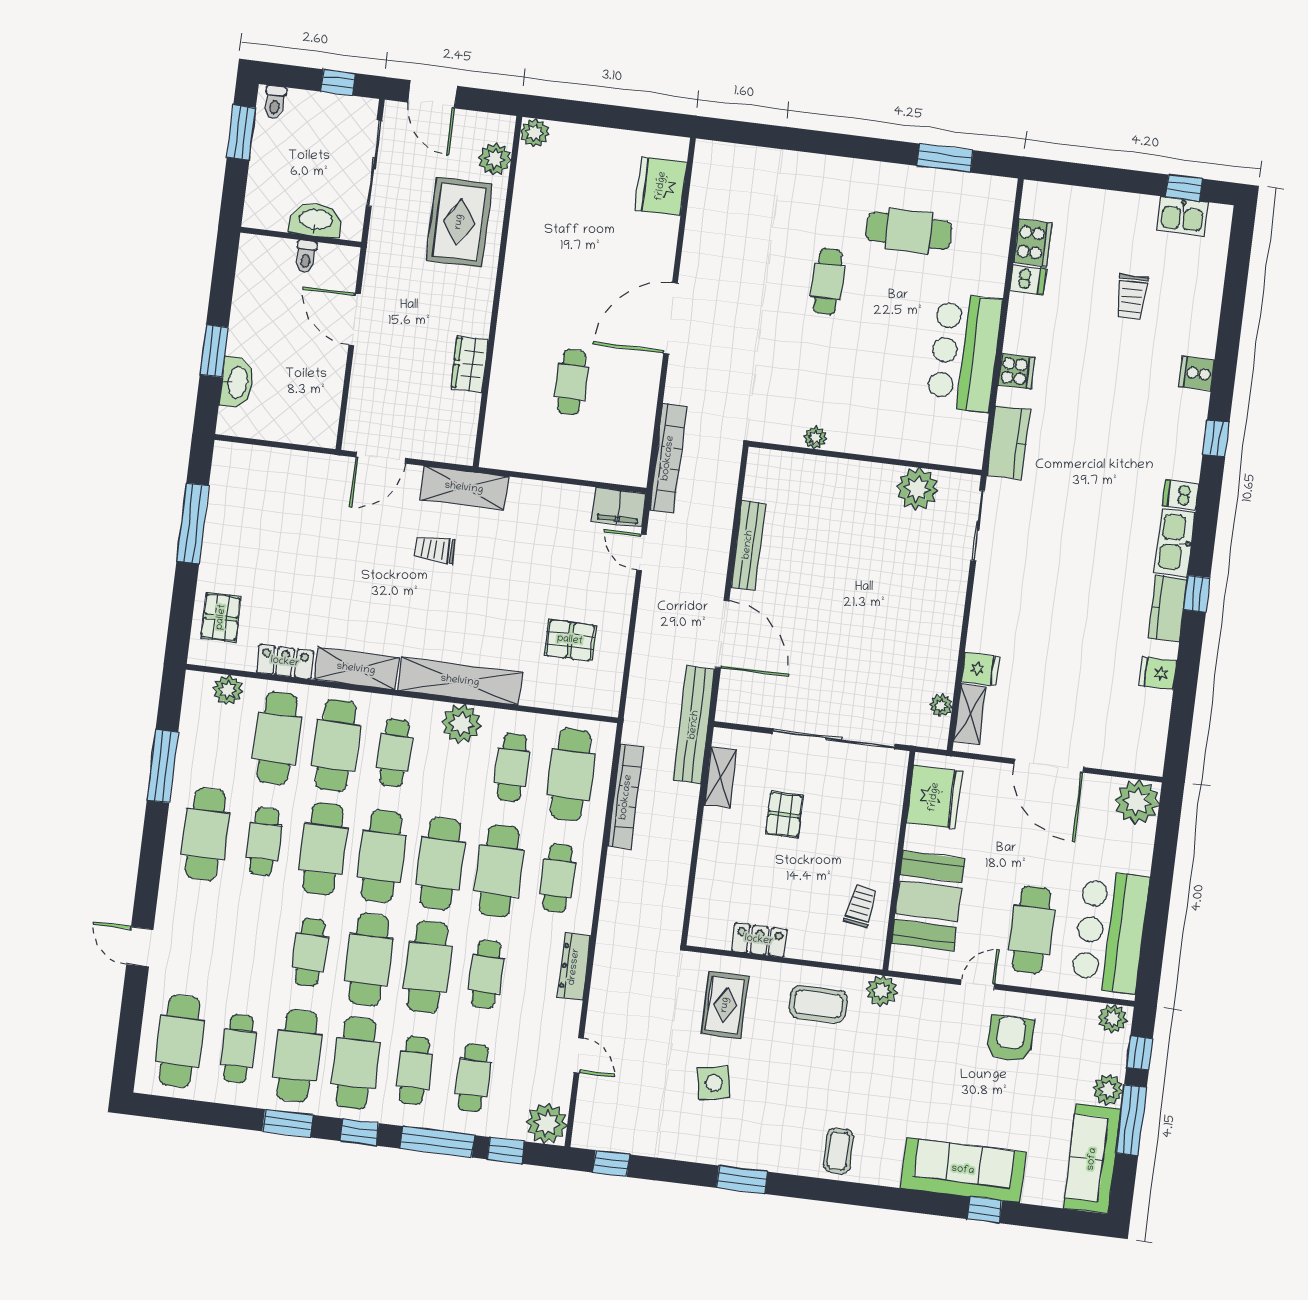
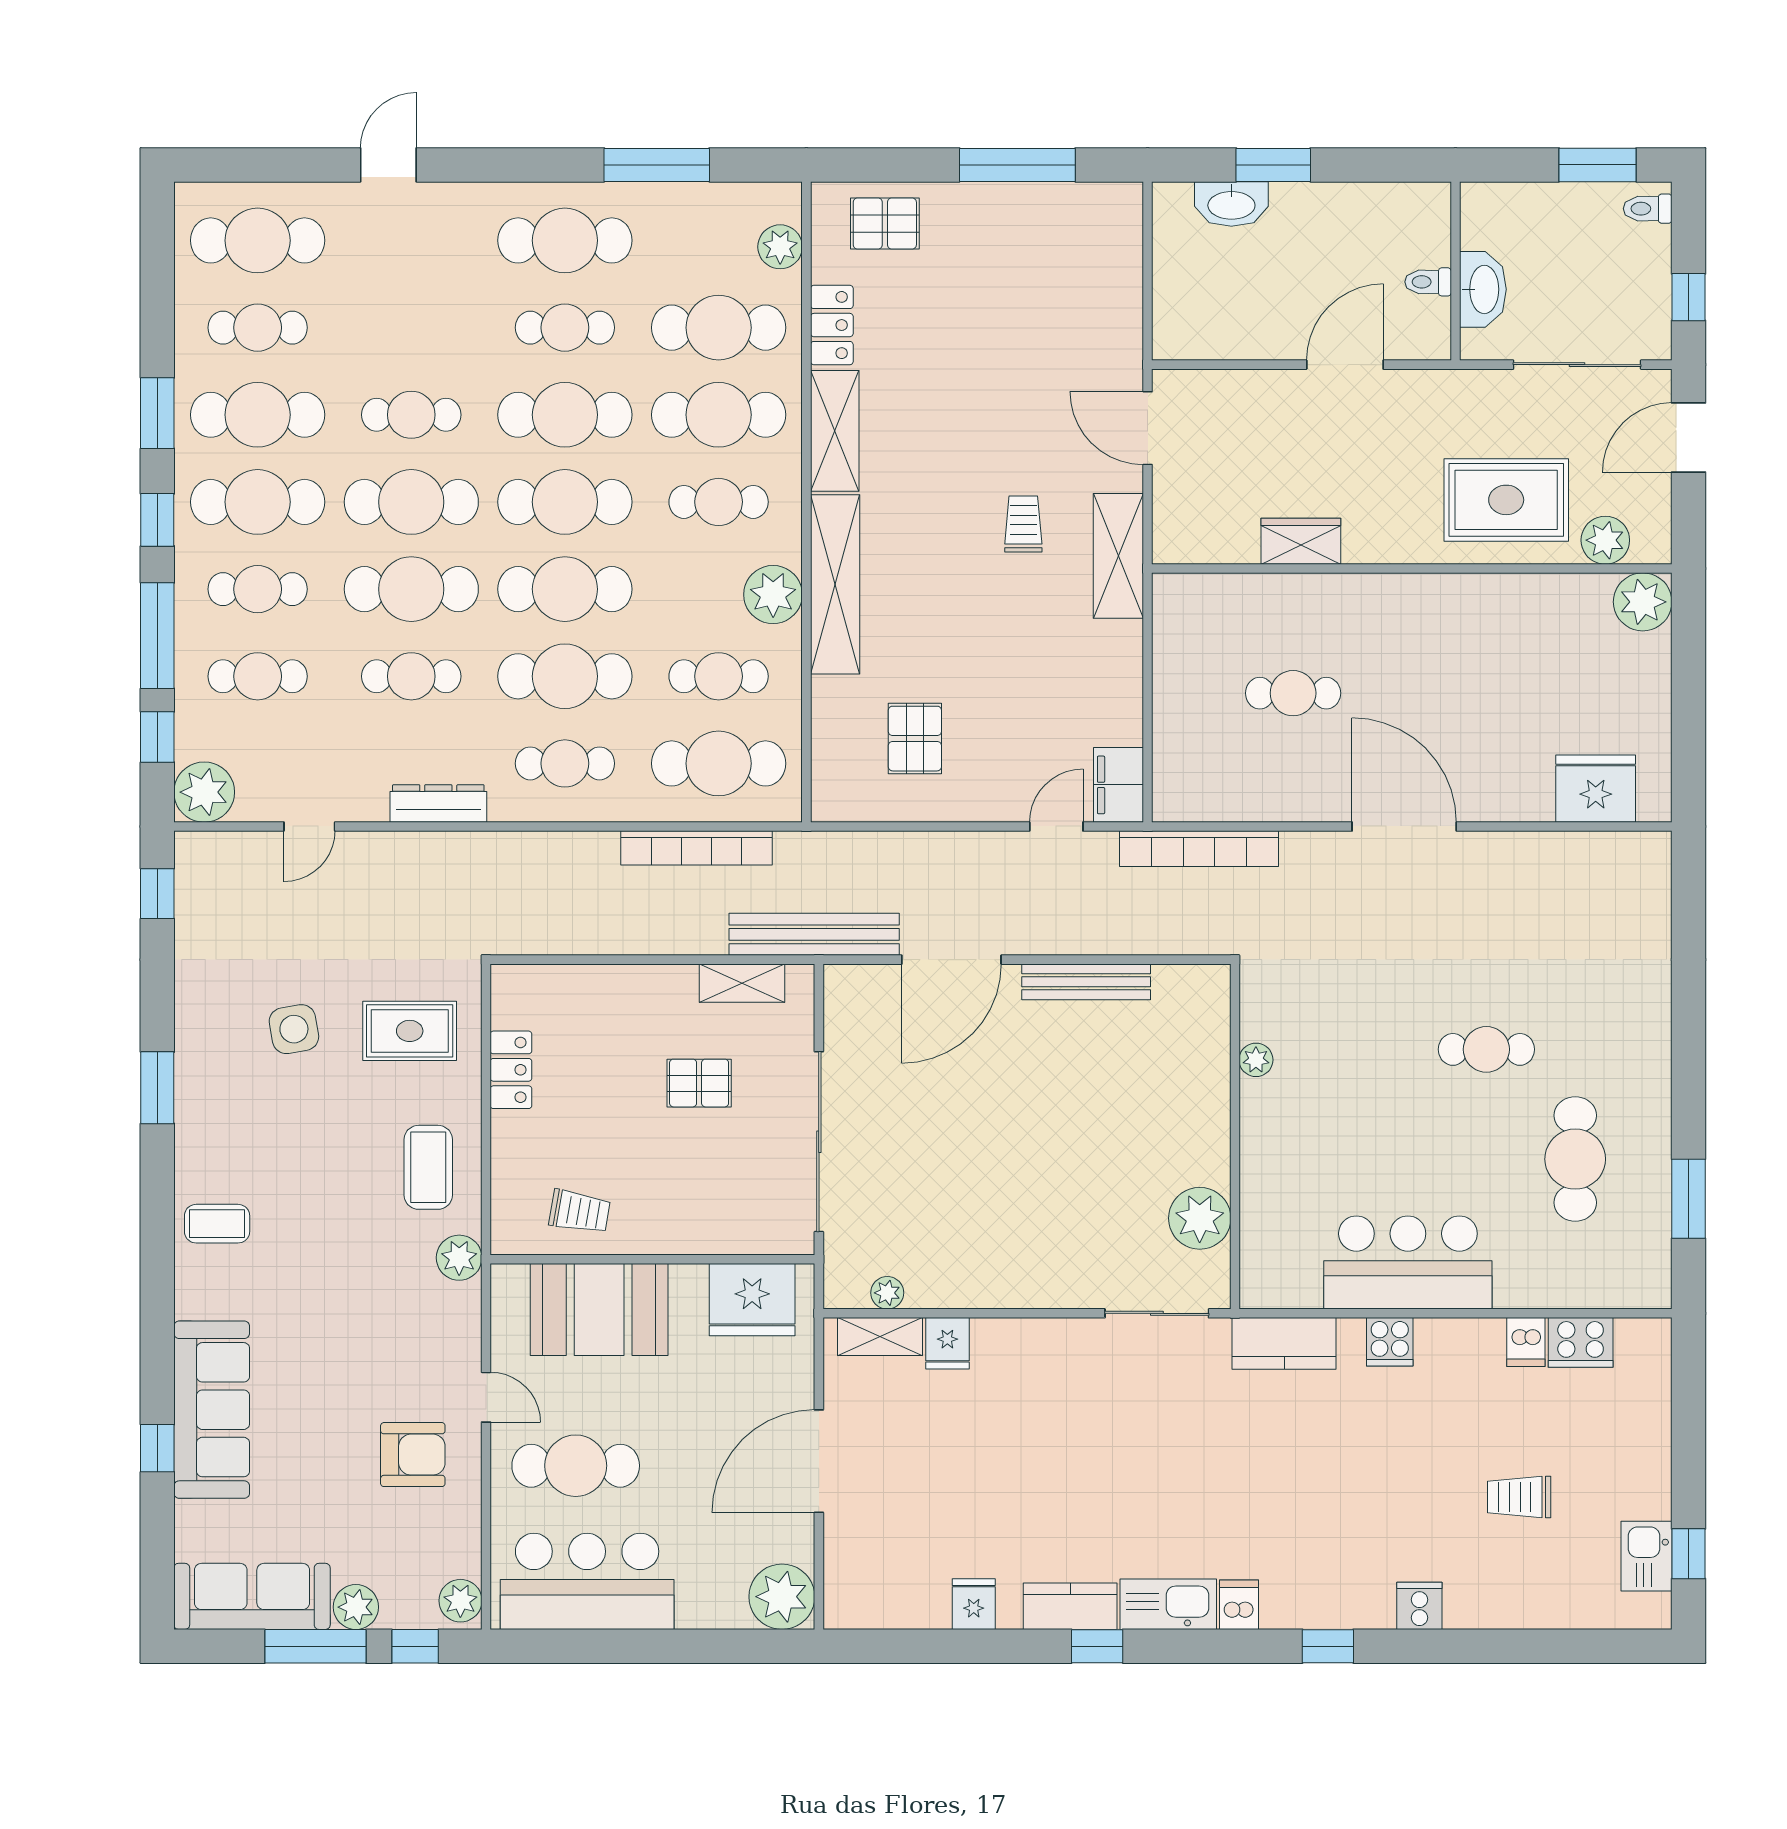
plant: (535, 133) -> (1643, 602), width x1.36, depth x1.36

